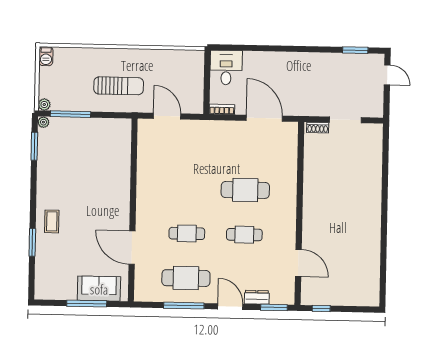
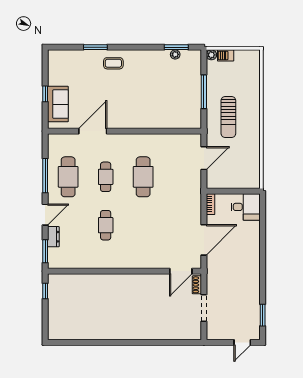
barbecue: (46, 56) -> (226, 55), moved
window: (71, 114) -> (204, 92), moved
plant: (43, 122) -> (175, 54), moved
cafe table: (245, 190) -> (143, 177), moved
door: (298, 263) -> (181, 271), moved
window: (87, 304) -> (45, 94), width x0.46

